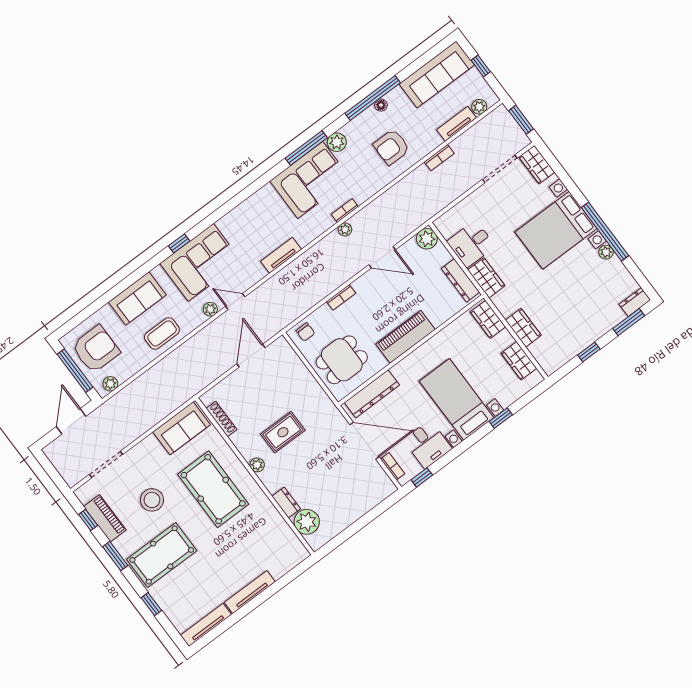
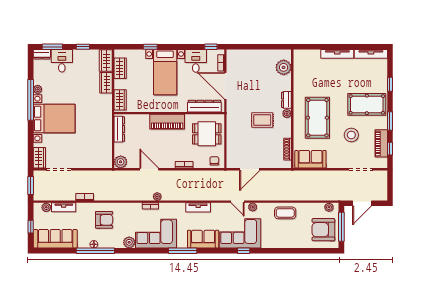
window: (306, 148) -> (183, 251), moved
desk: (471, 244) -> (62, 61), moved, turned -90
wardrobe: (486, 278) -> (106, 61), moved
sofa: (137, 299) -> (203, 239), moved
dresser: (286, 502) -> (286, 100), moved

